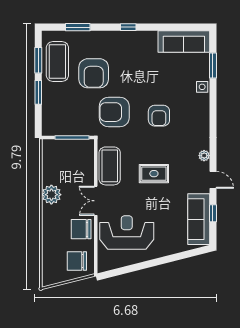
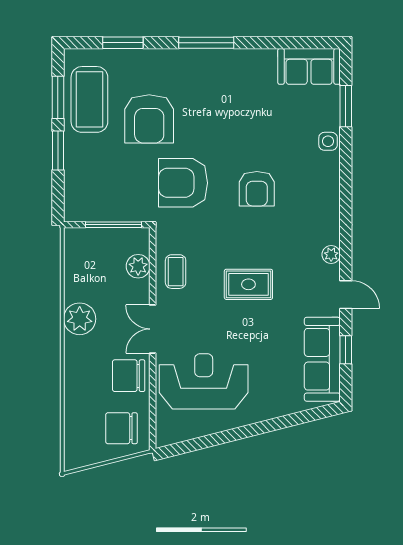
window: (128, 27) -> (206, 43), width x2.17
sofa: (184, 41) -> (309, 66), width x0.74
plant: (87, 163) -> (138, 266), added
coffee table: (110, 166) -> (176, 272), width x0.54, depth x0.58

